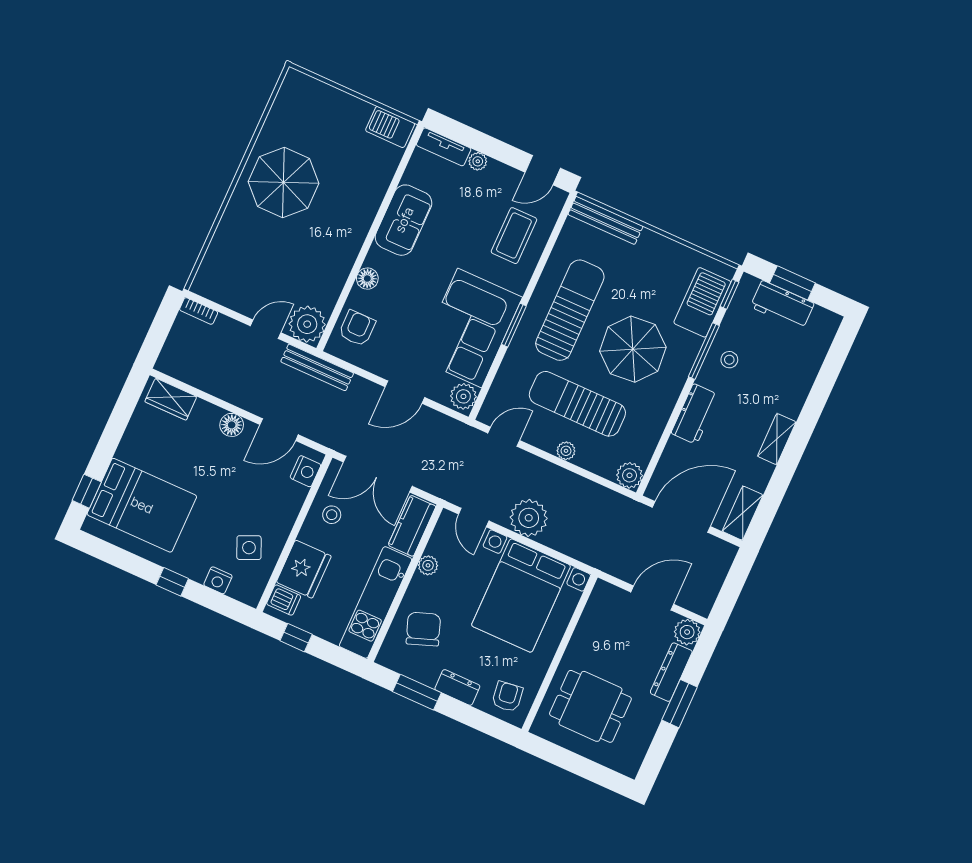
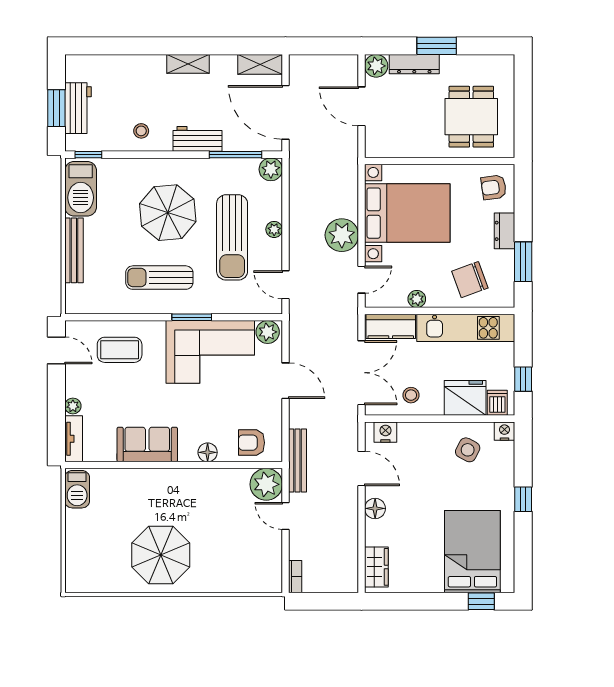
bench: (605, 220) -> (74, 250), moved
barbecue: (702, 302) -> (81, 189), moved, turned -90
sun lounger: (570, 310) -> (159, 278), width x0.73, depth x0.75
window: (704, 351) -> (236, 155), moved
side table: (249, 548) -> (468, 450), turned -38
nightstand: (218, 580) -> (504, 431), moved, turned -90

